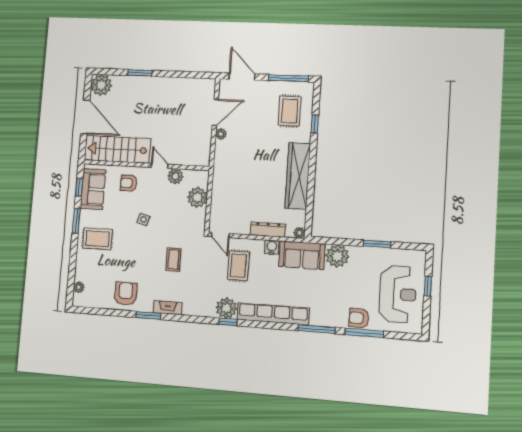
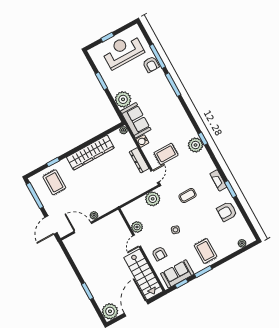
rug: (290, 111) -> (54, 182), turned 90
plant: (197, 197) -> (153, 199), moved
dresser: (268, 230) -> (139, 160), moved
row of seats: (273, 314) -> (181, 115), removed

